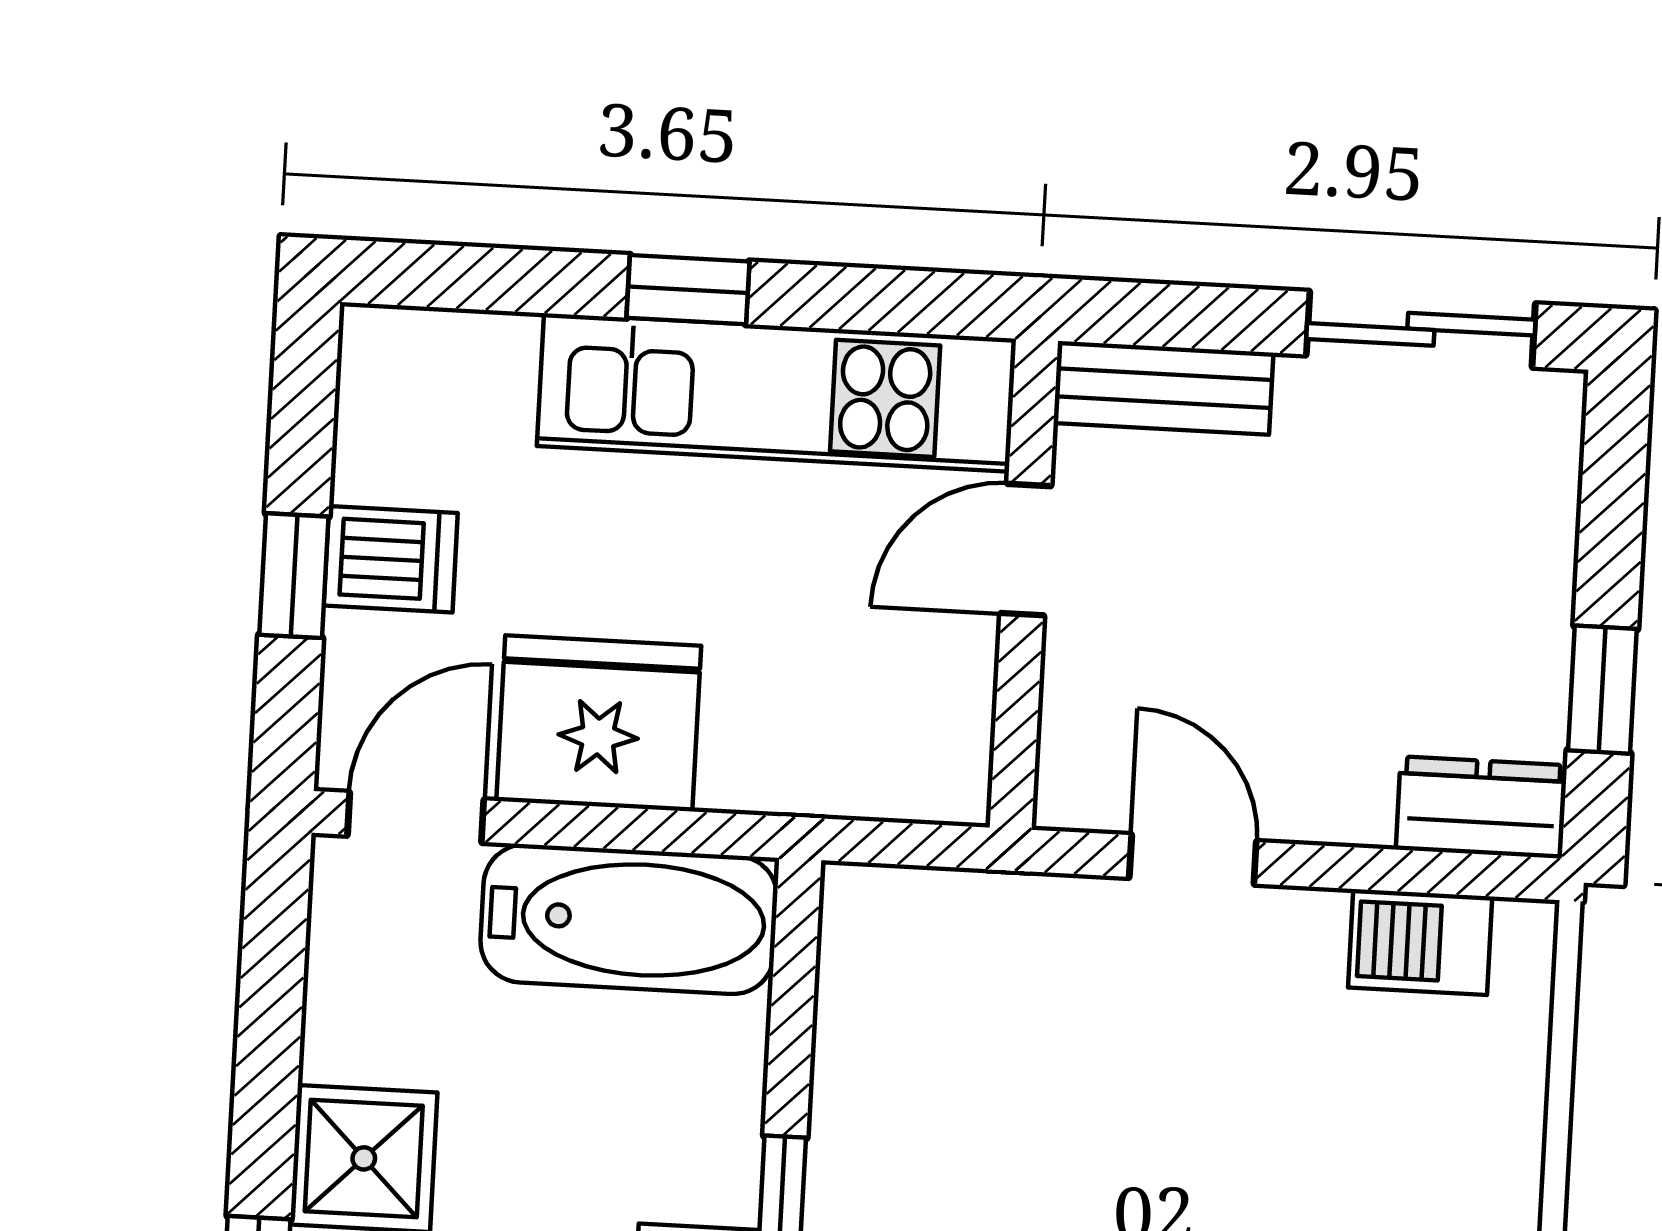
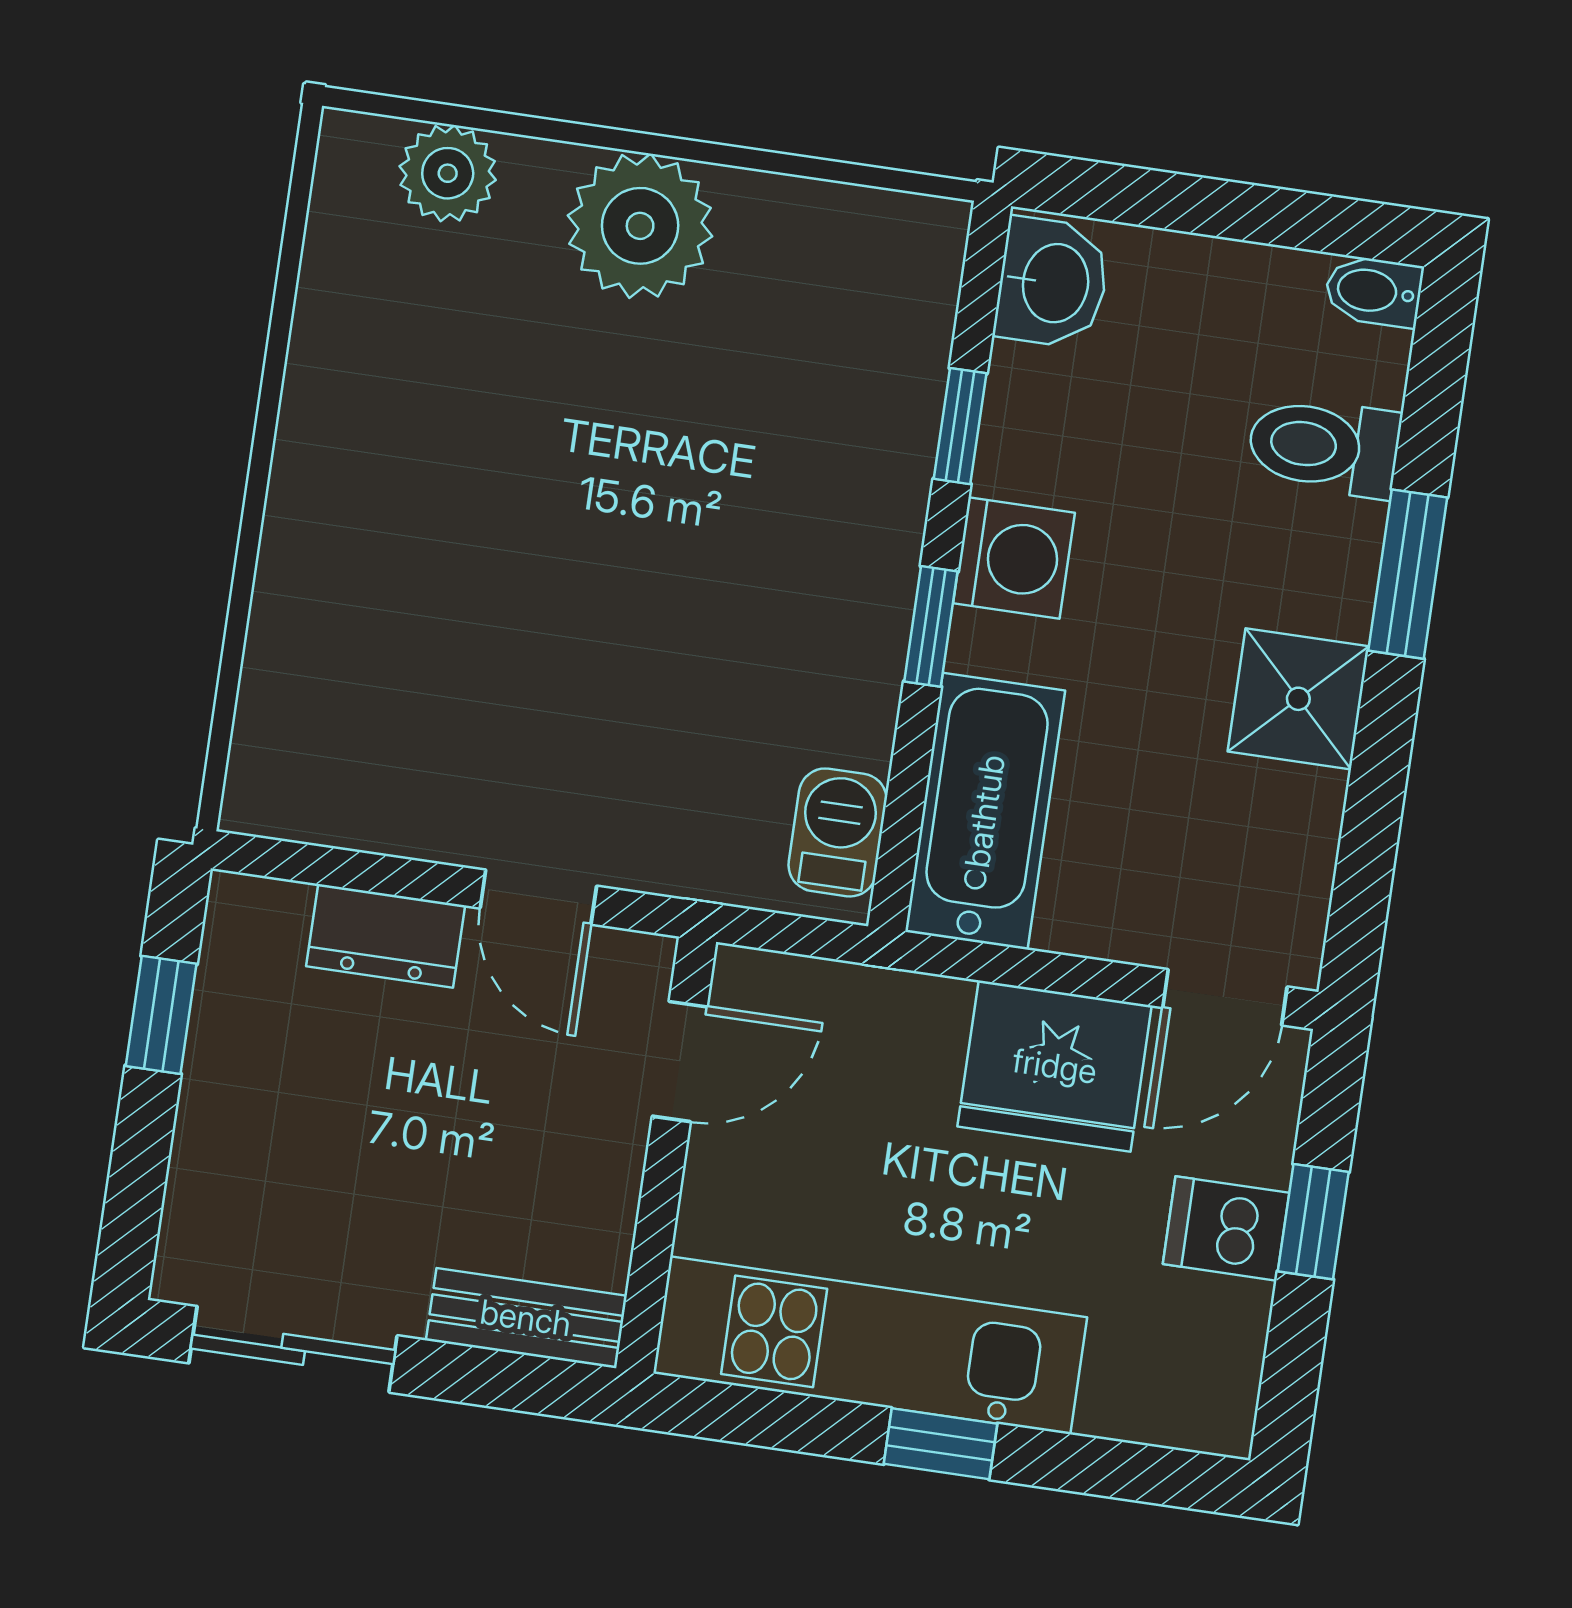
door: (1026, 550) -> (680, 1061), moved
dresser: (1481, 807) -> (386, 936), moved
bathtub: (629, 919) -> (985, 811), moved, turned 90
barbecue: (1420, 942) -> (838, 832), moved, turned -90

